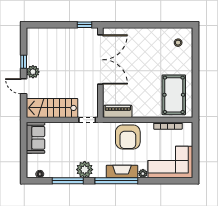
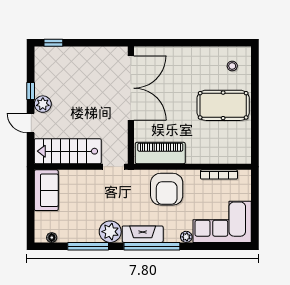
window: (85, 25) -> (53, 43), moved
pool table: (174, 95) -> (223, 105), moved, turned 90
piano: (118, 111) -> (160, 153), width x1.37, depth x1.33
fireplace: (122, 171) -> (143, 234), moved

